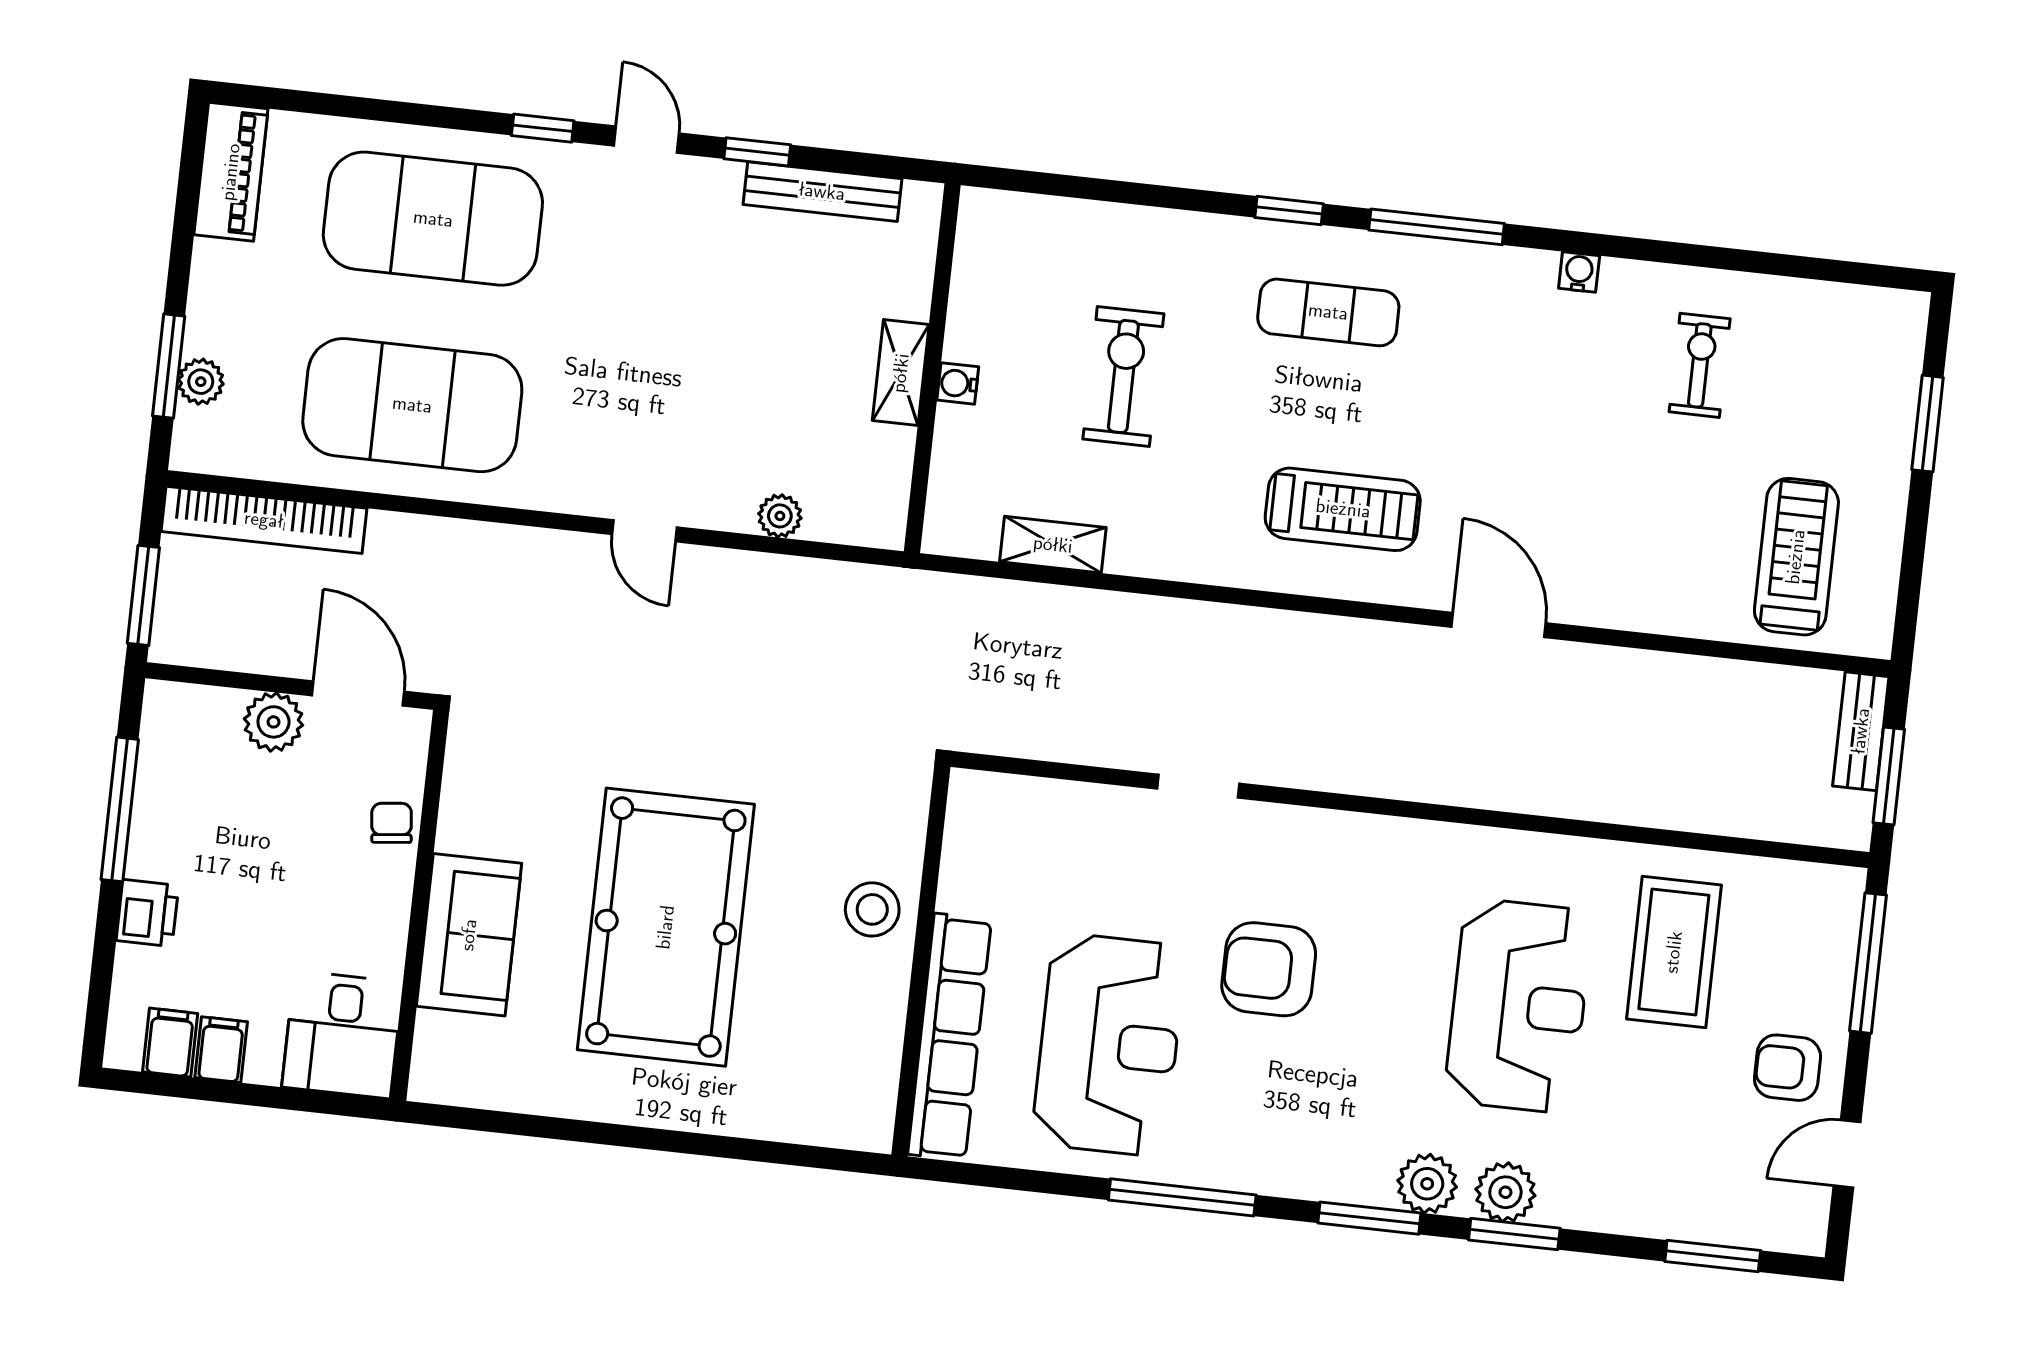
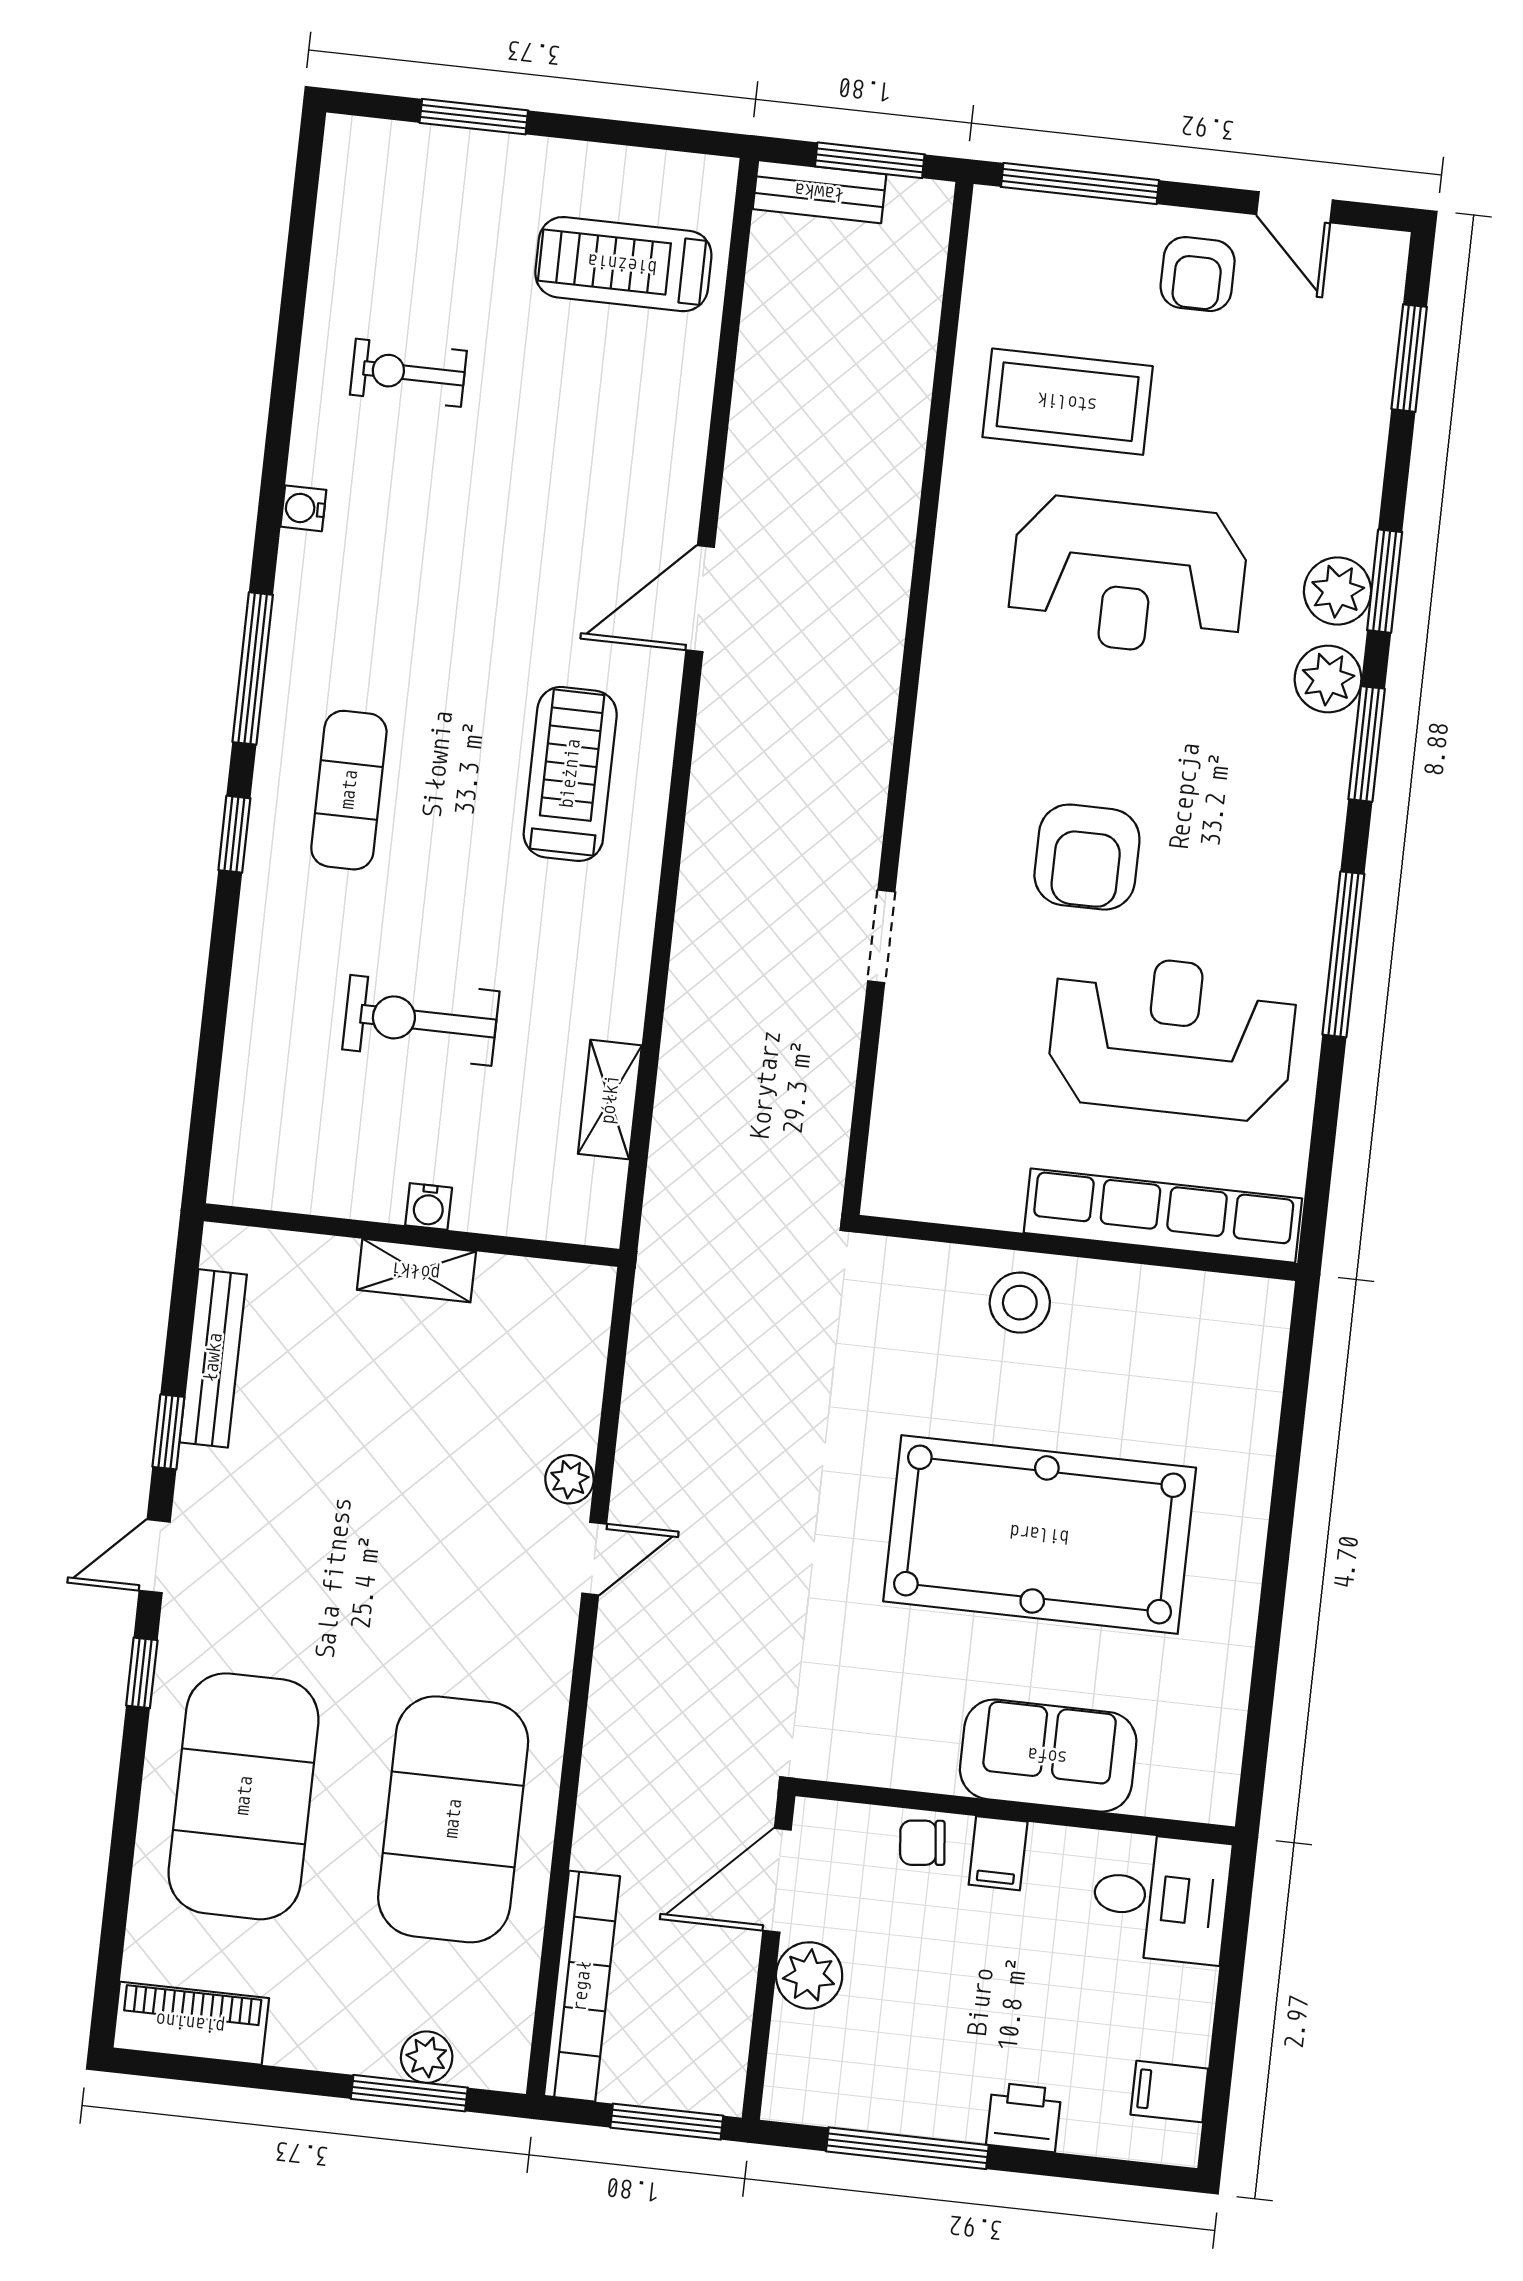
plant: (780, 516) -> (570, 1479), moved
reception desk: (1519, 1006) -> (1128, 576), turned 180
filing cabinet: (221, 1050) -> (998, 1853), moved, turned -90

